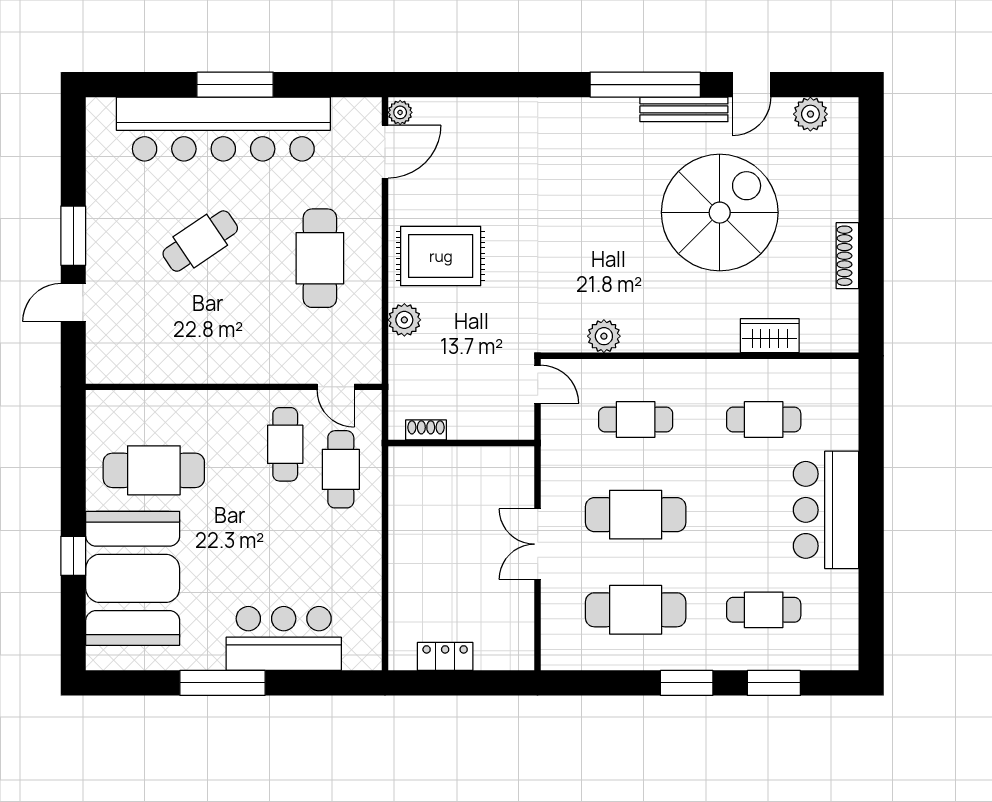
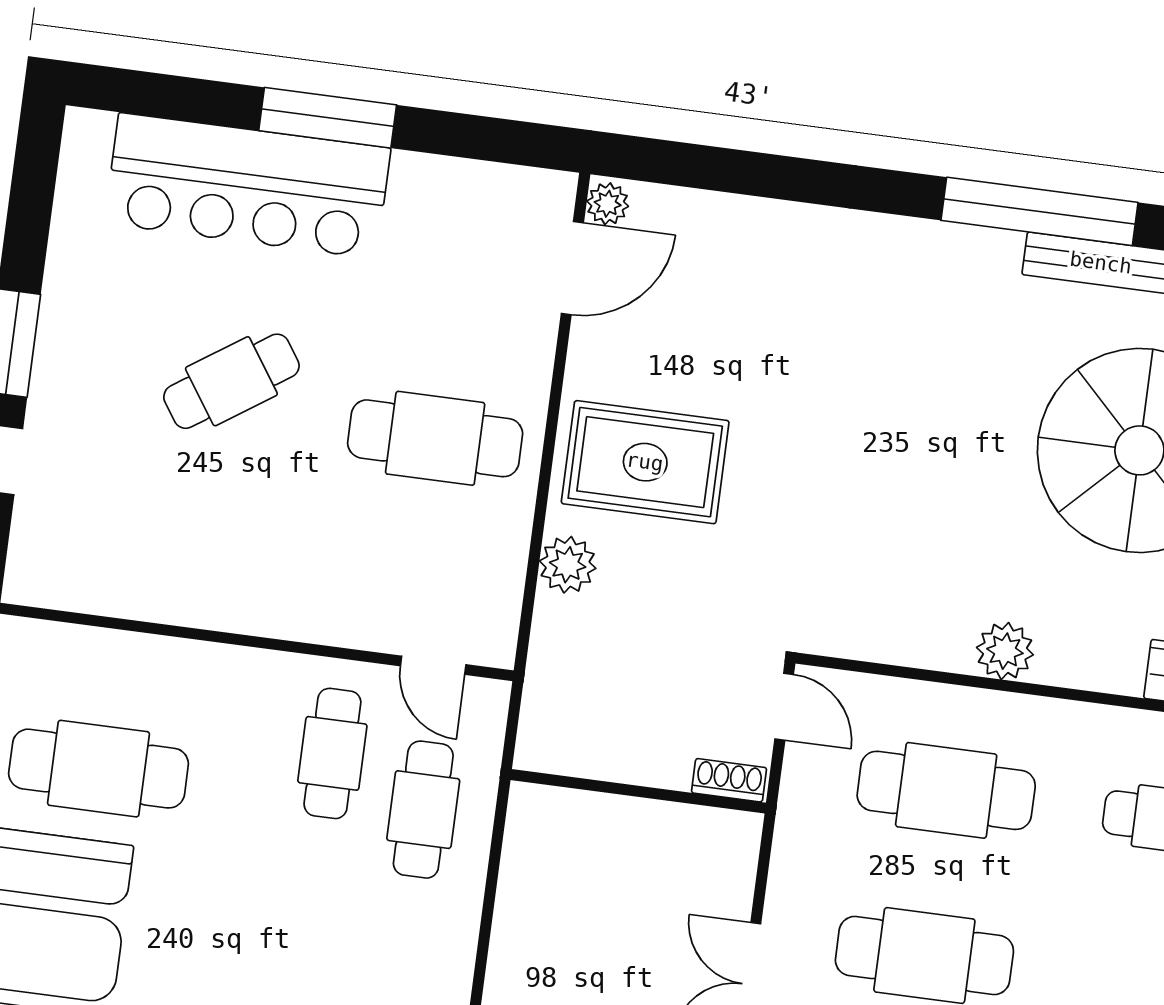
bar counter: (223, 129) -> (248, 186), width x0.73
cafe table: (320, 258) -> (435, 438), turned 90
plant: (604, 336) -> (1005, 651), moved
cafe table: (636, 419) -> (946, 790), width x1.37, depth x1.35
shoe rack: (426, 430) -> (729, 780), moved

